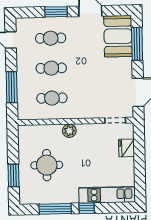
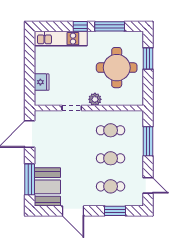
window: (56, 12) -> (115, 211), moved
doorway: (115, 120) -> (72, 108), moved
round table: (47, 165) -> (117, 68), width x1.36, depth x1.36

